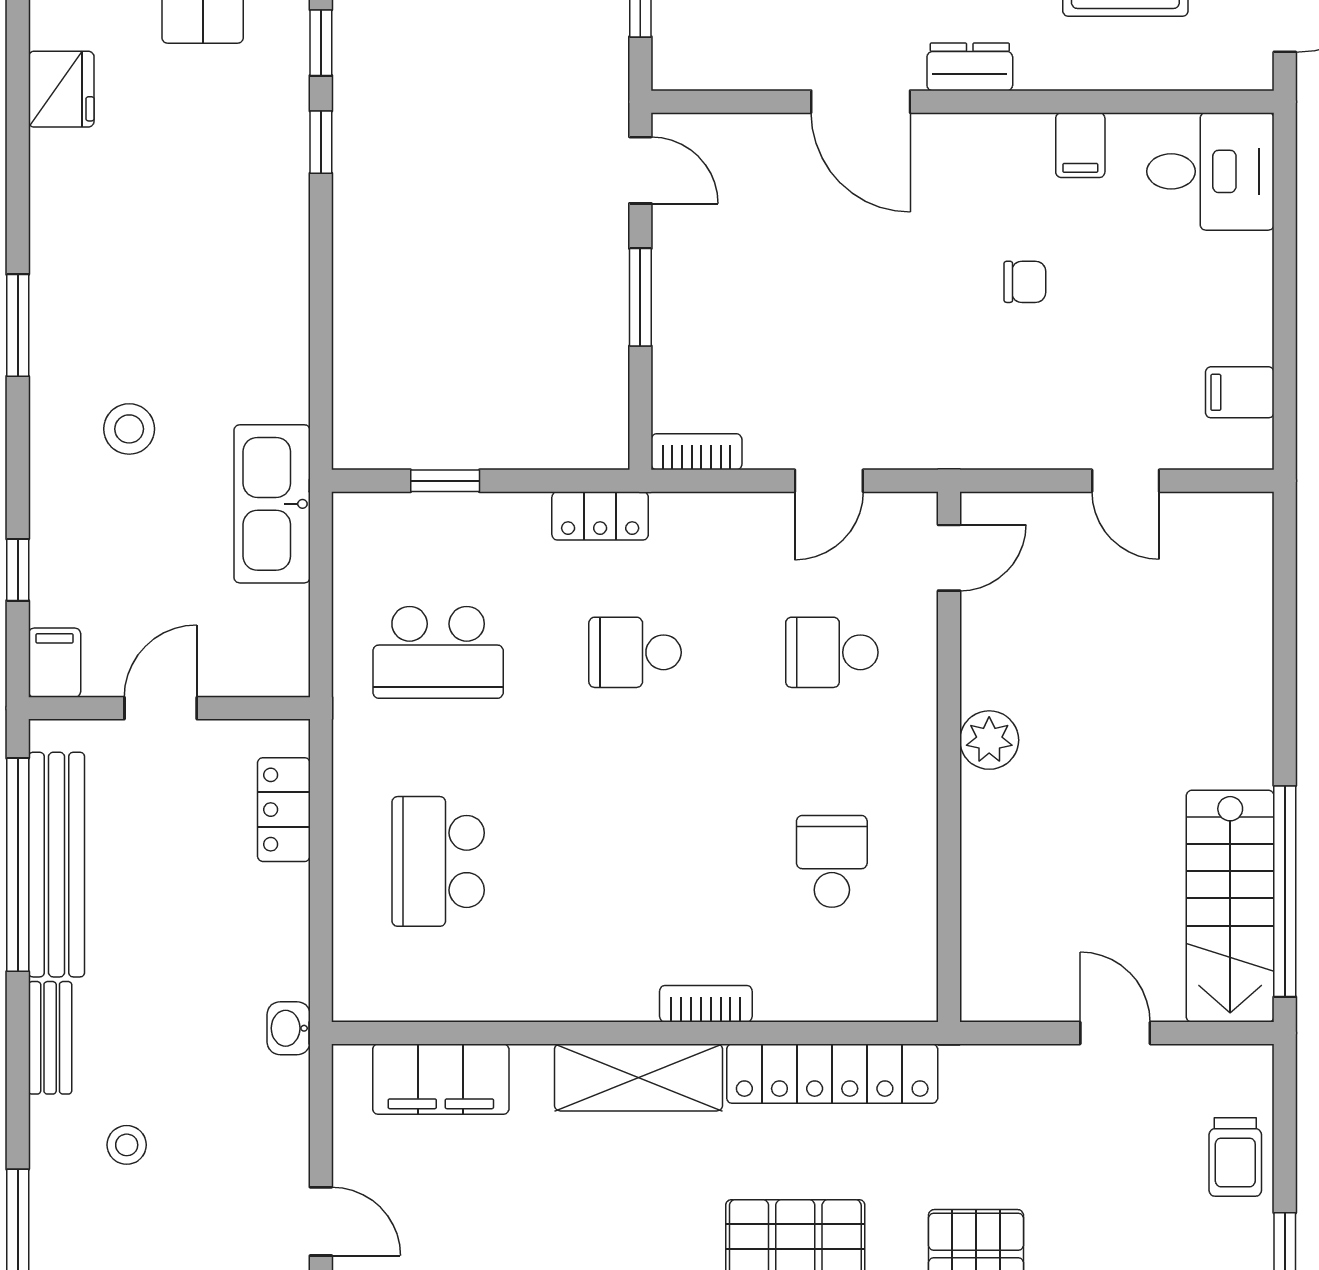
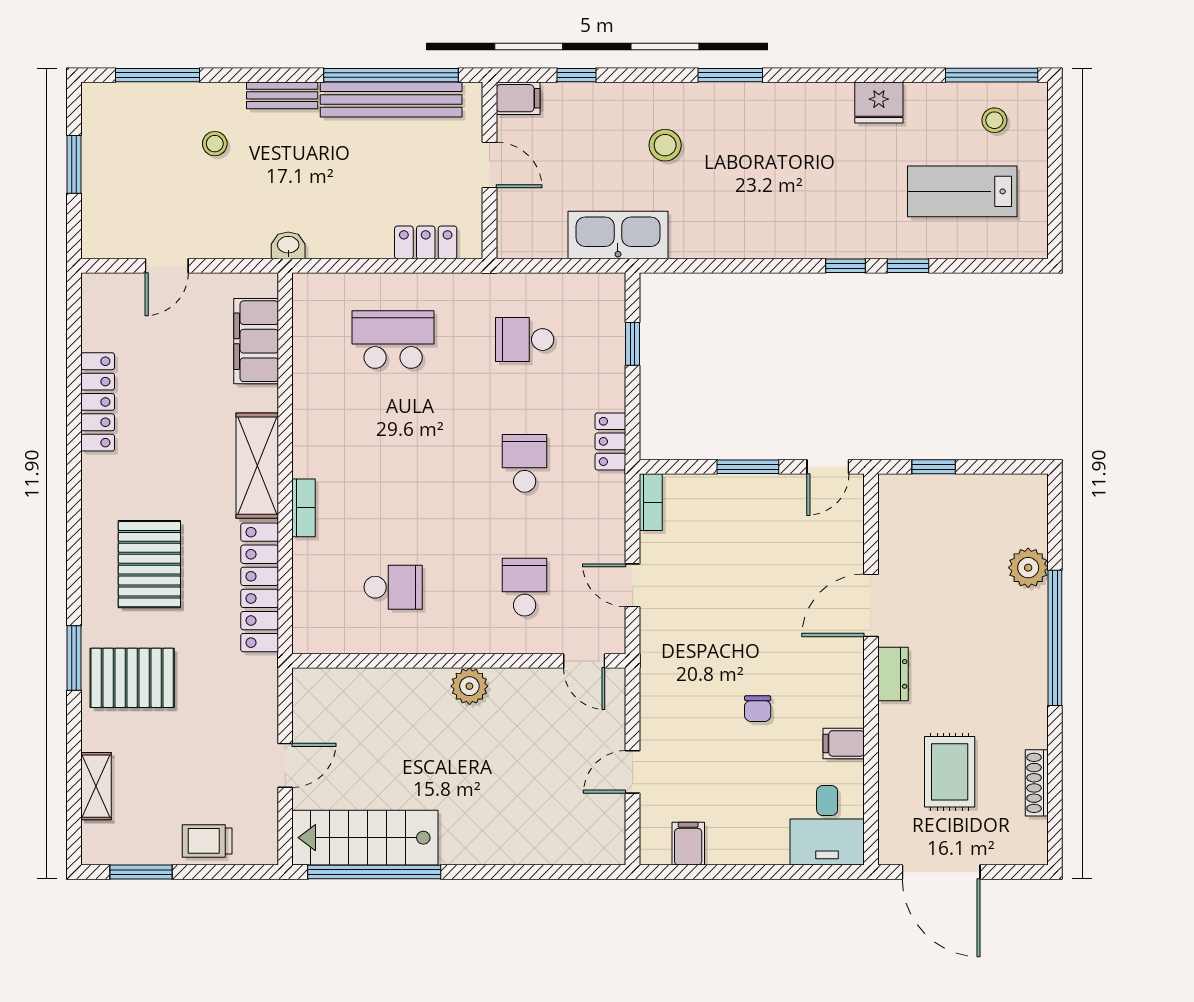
school desk: (438, 652) -> (525, 340), width x0.54

